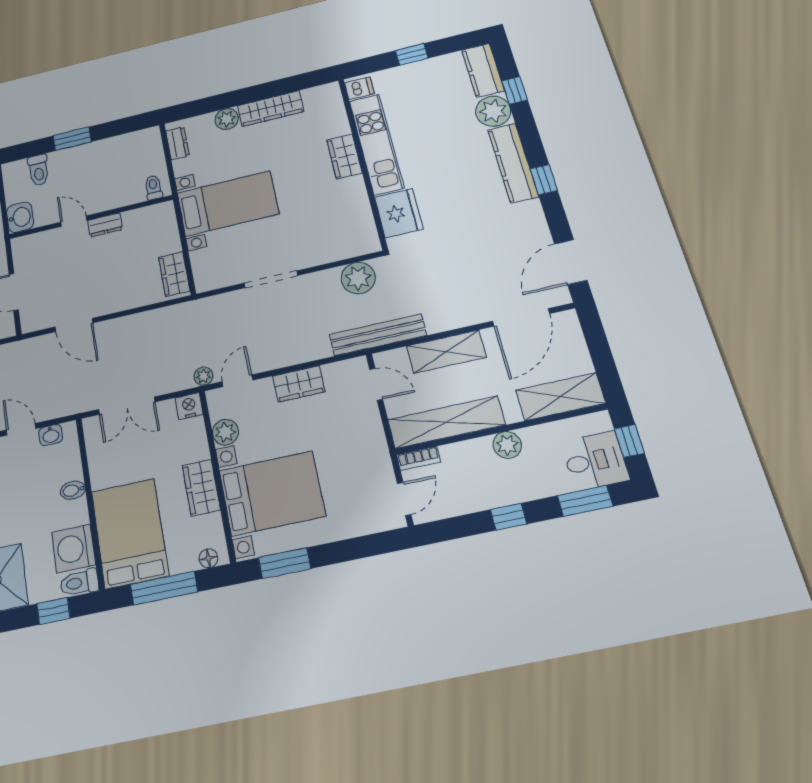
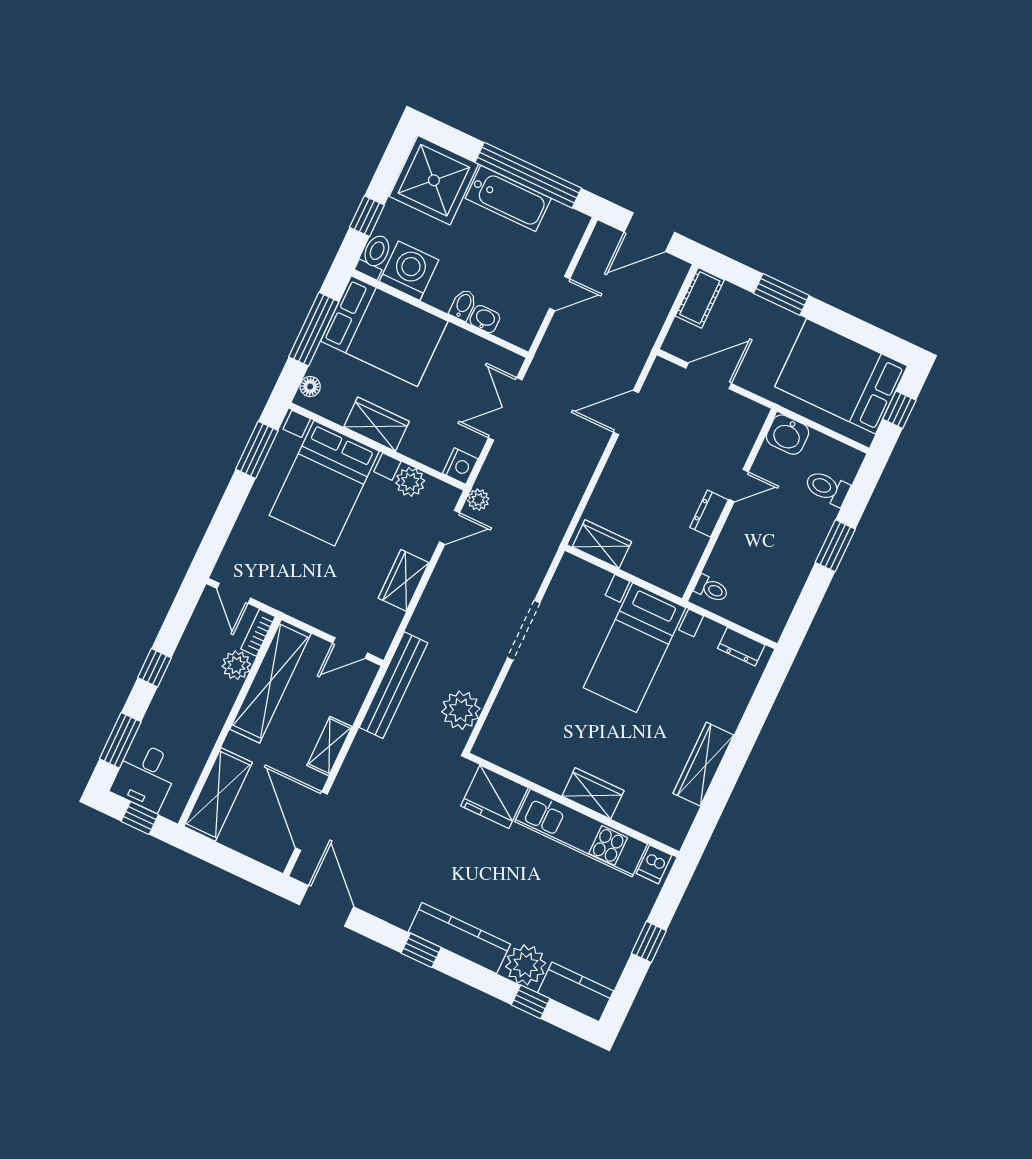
plant: (227, 119) -> (728, 714), removed
shelving: (446, 352) -> (329, 746), width x0.67, depth x0.75
door: (237, 381) -> (450, 527), hinge flipped
washbasin: (51, 435) -> (485, 319), moved, turned 90
plant: (507, 445) -> (236, 665), moved

